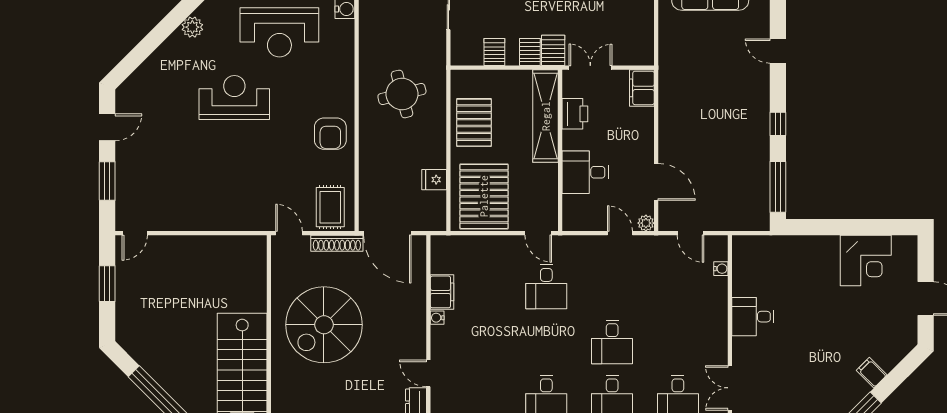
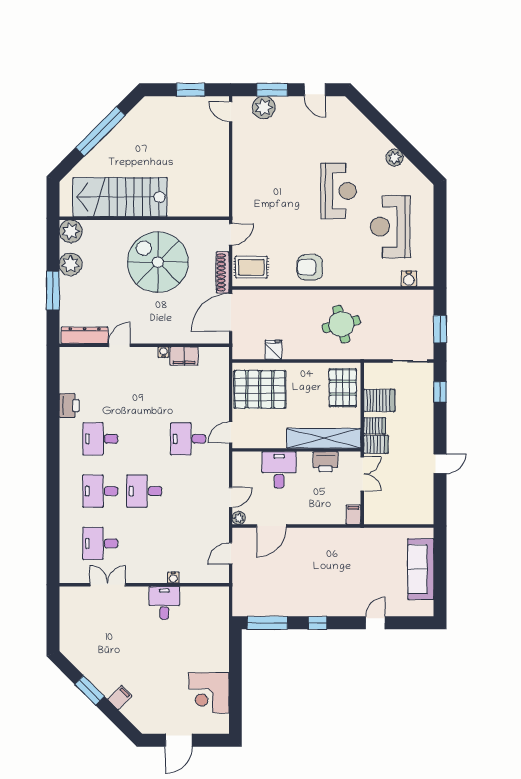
server rack: (494, 52) -> (379, 400), width x1.36, depth x1.44
filing cabinet: (642, 88) -> (353, 515), width x0.50
pallet: (474, 123) -> (343, 388), moved, turned 90
plant: (129, 192) -> (264, 107), added
water cooler: (721, 269) -> (173, 578), moved

